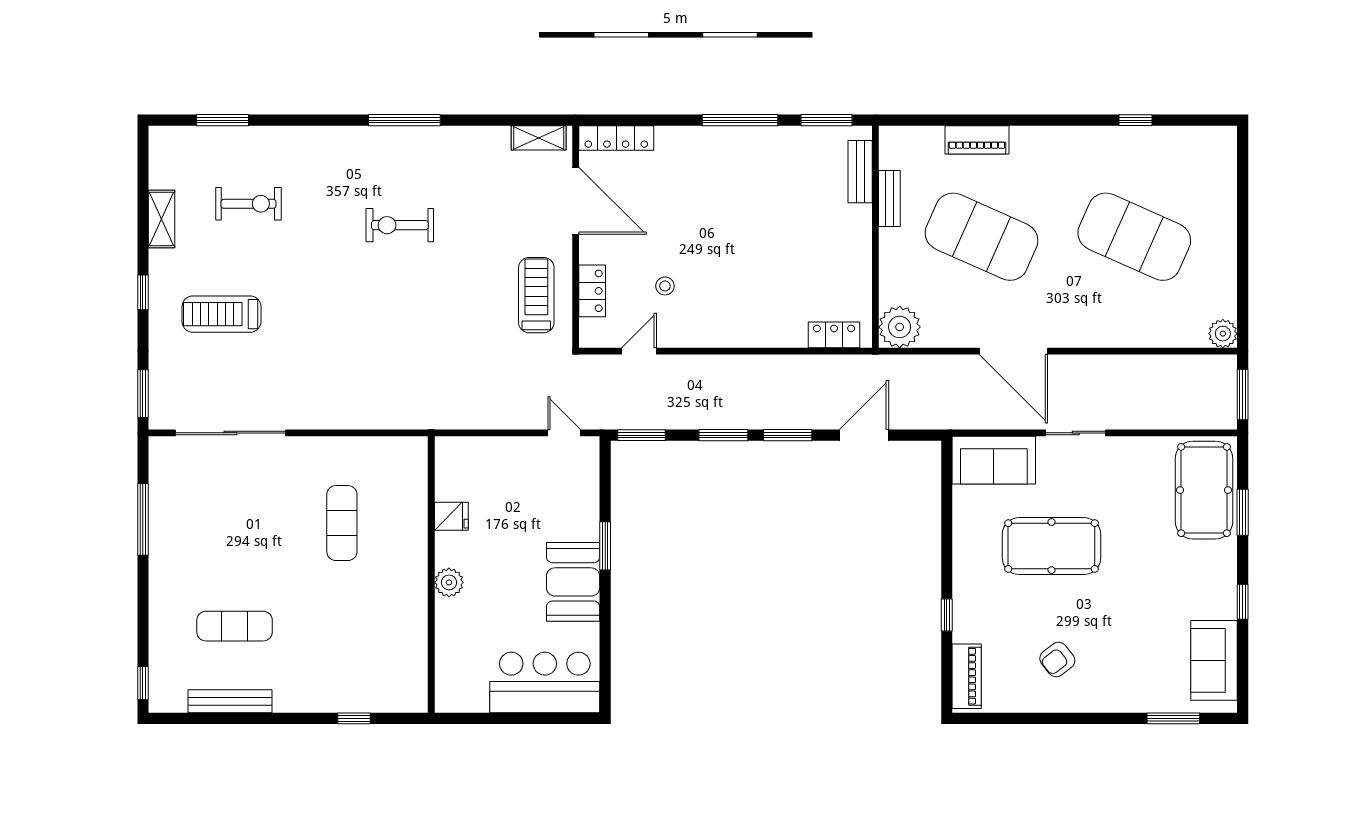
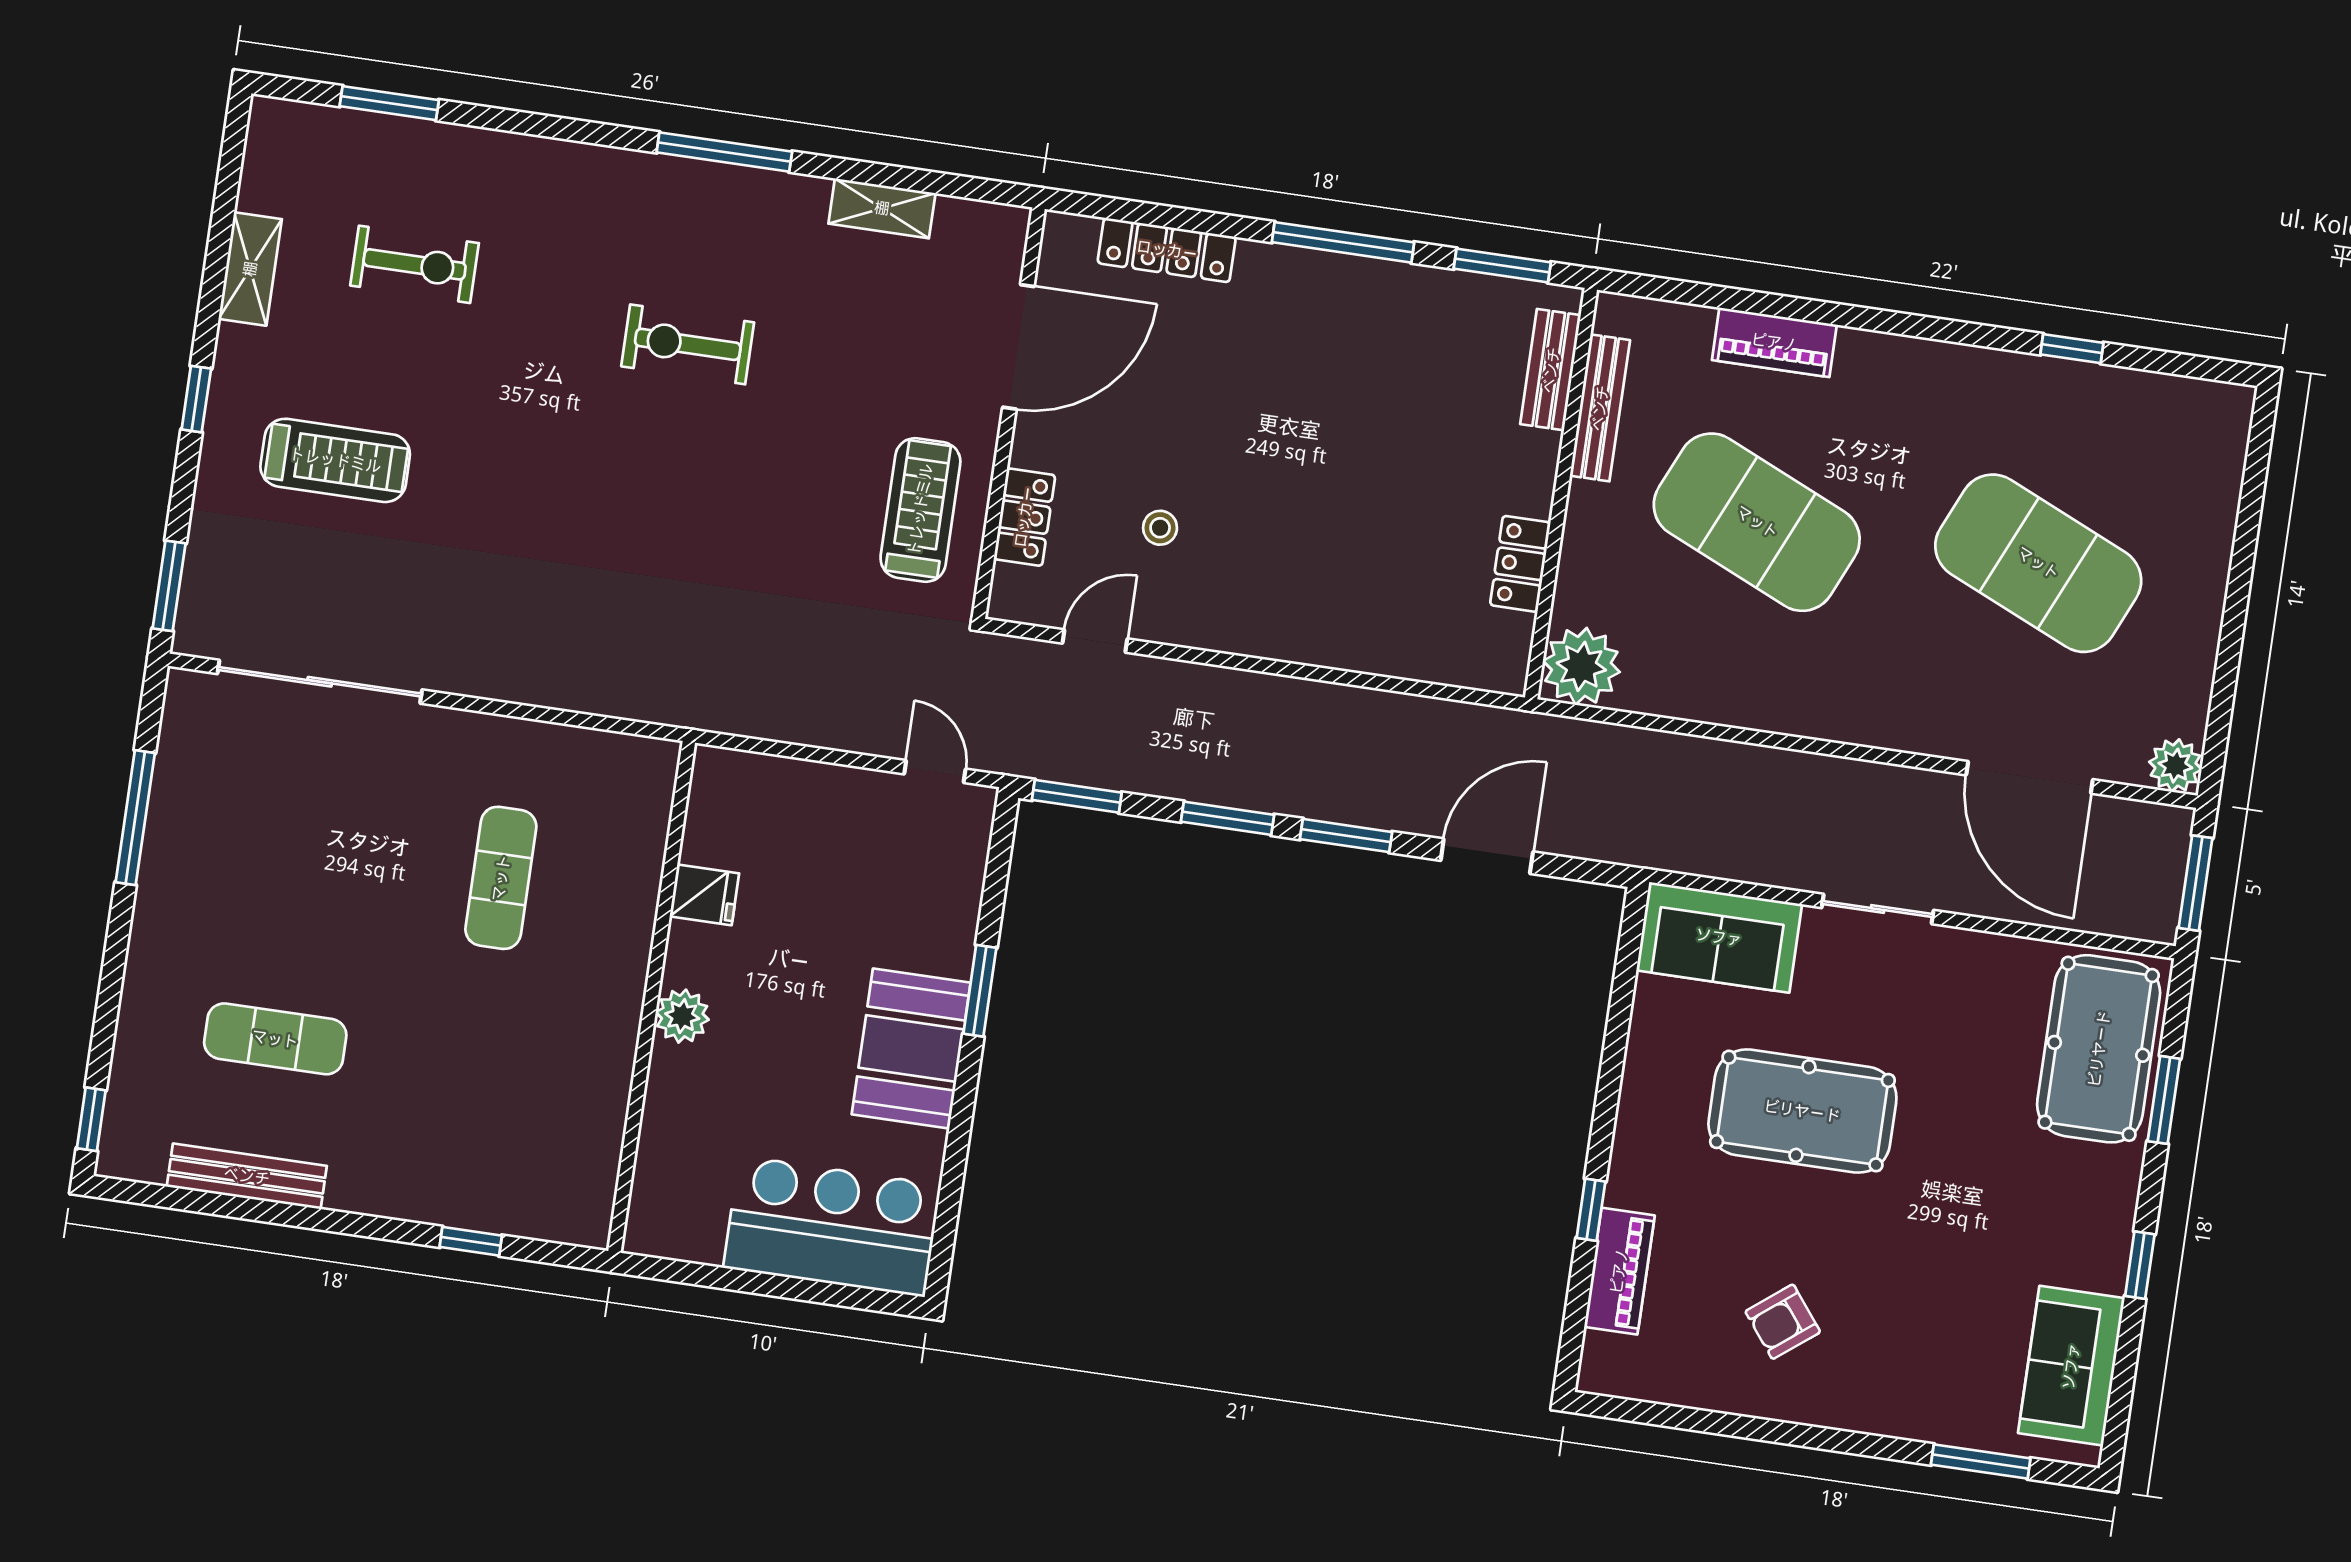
shelving: (539, 138) -> (882, 208), moved
locker: (616, 138) -> (1167, 250), moved
bench: (889, 198) -> (1600, 408), width x1.36
door: (576, 201) -> (1018, 347), hinge flipped
treadmill: (222, 314) -> (335, 460), turned 180
locker: (834, 335) -> (1520, 564), moved, turned -90
door: (1013, 351) -> (2030, 777), moved
piano: (967, 676) -> (1619, 1271), moved

